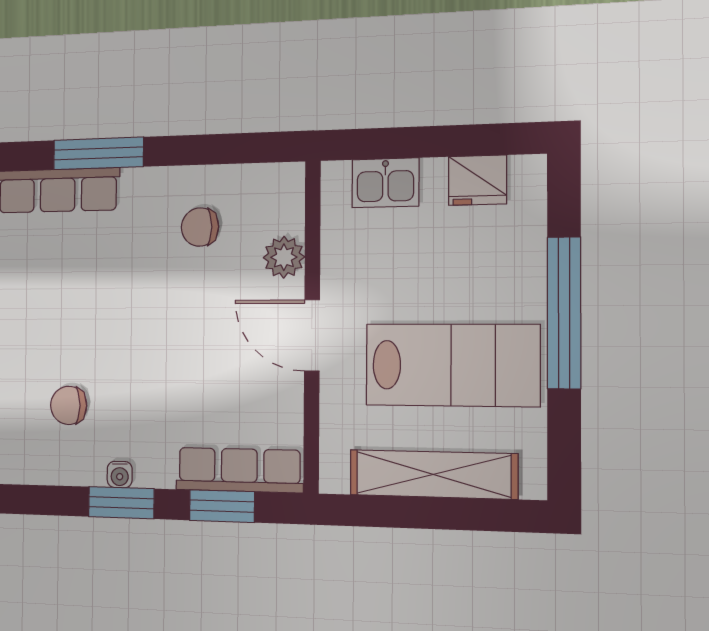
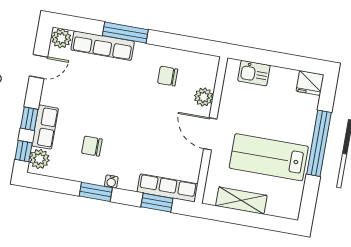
fridge: (477, 180) -> (310, 83), moved
lab bench: (452, 365) -> (269, 157), turned 180
shelving: (433, 474) -> (241, 201), width x0.68
window: (121, 503) -> (96, 192), moved

